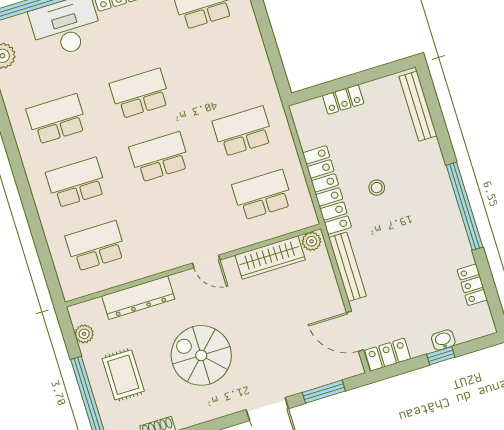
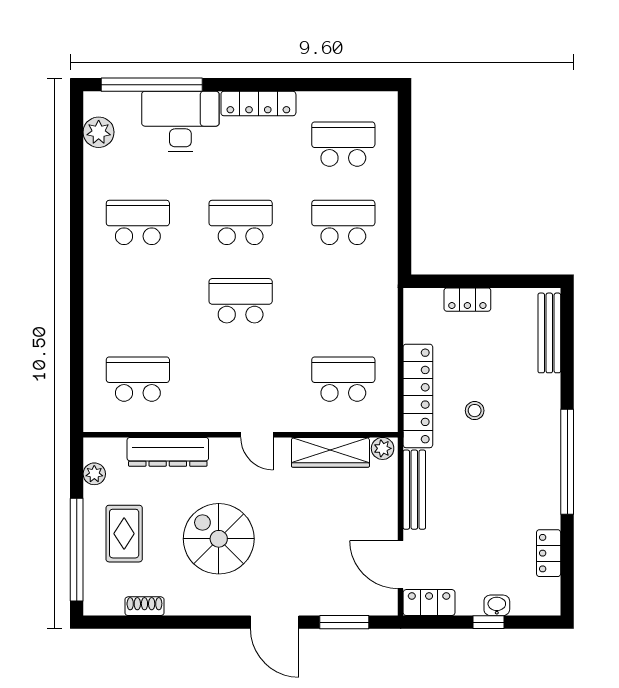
school desk: (243, 131) -> (343, 222), moved
school desk: (76, 183) -> (138, 301), removed

